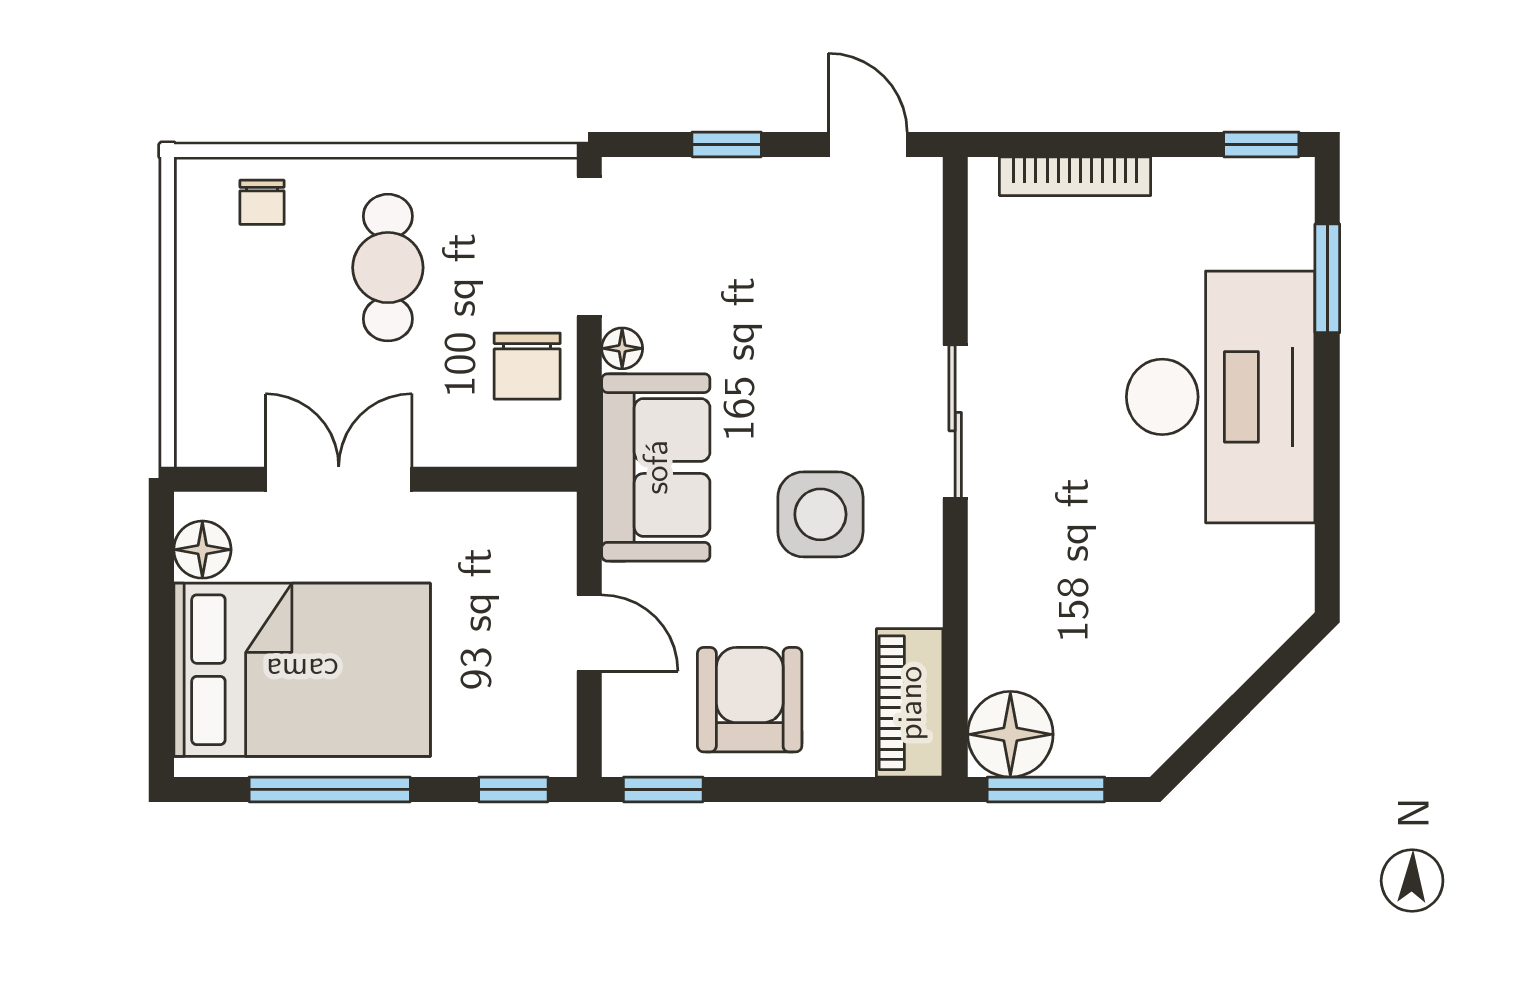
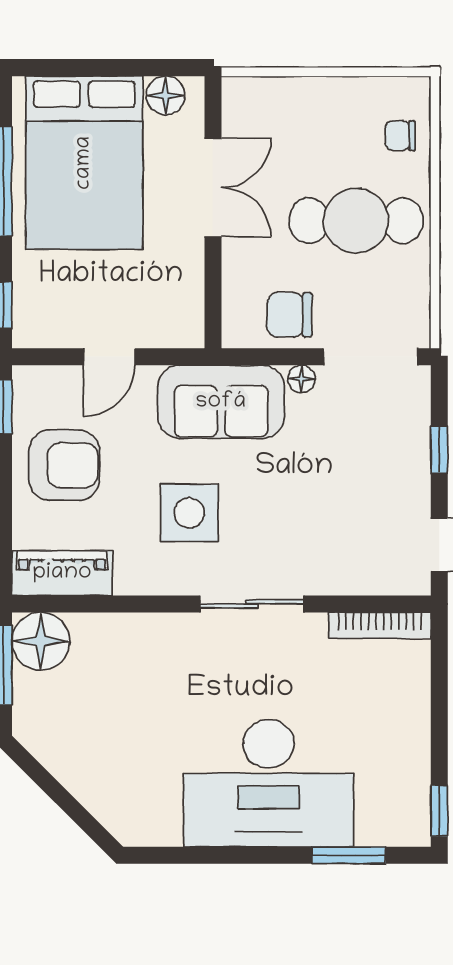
bookcase: (1075, 176) -> (380, 625), moved, turned -90
cafe table: (388, 268) -> (356, 221), width x1.37, depth x1.35

